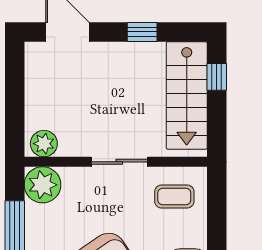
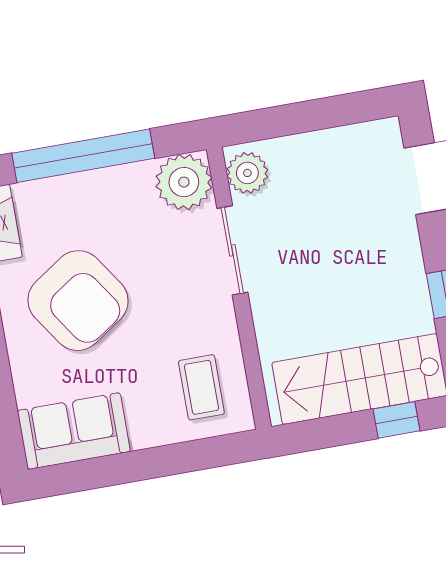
sliding door: (119, 162) -> (232, 250), moved

